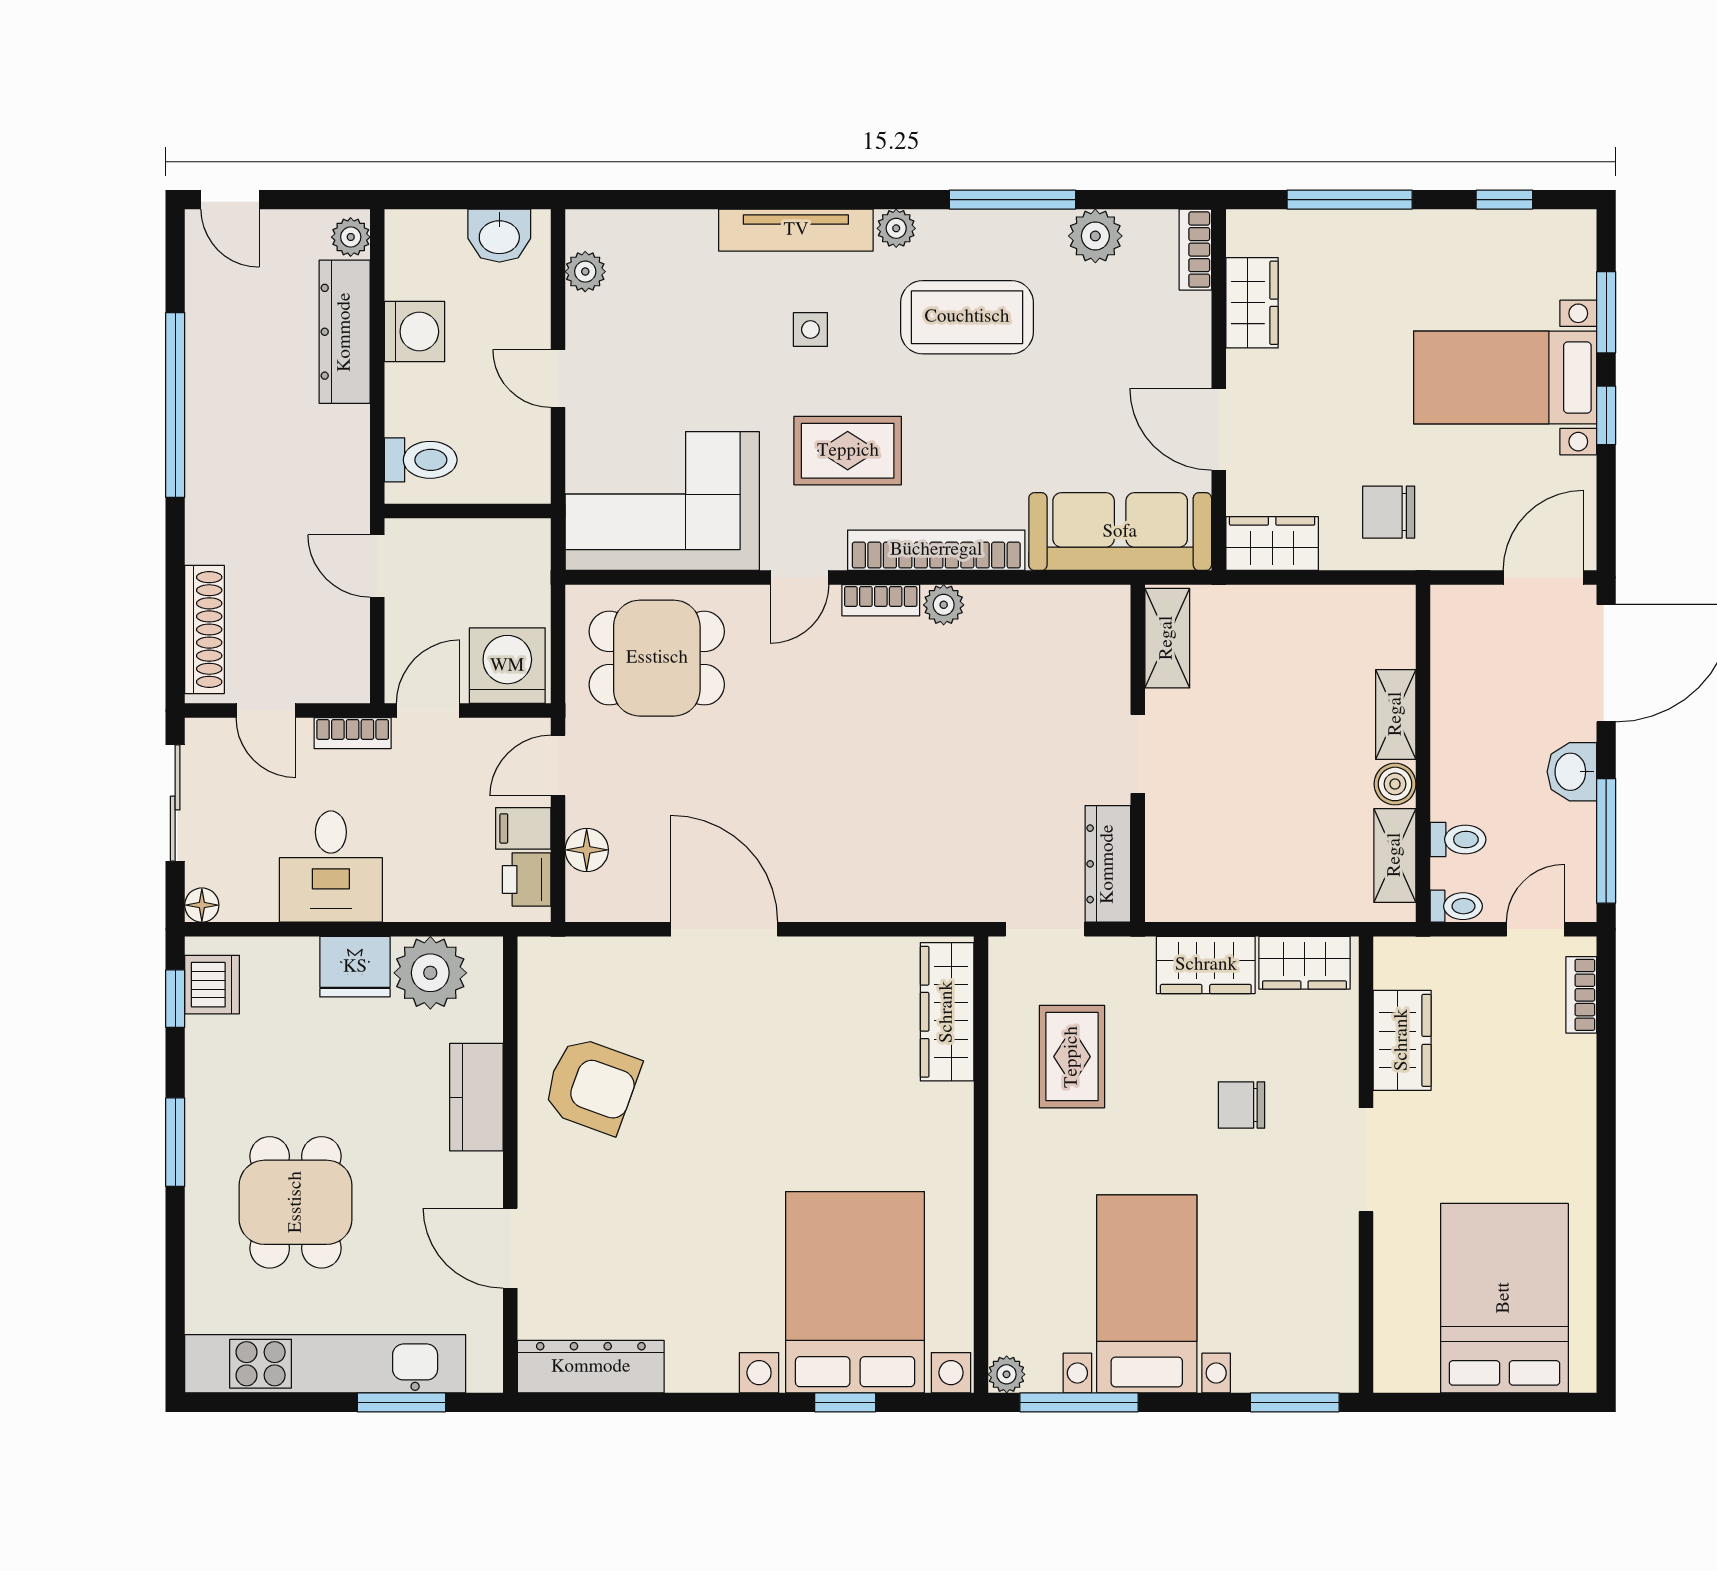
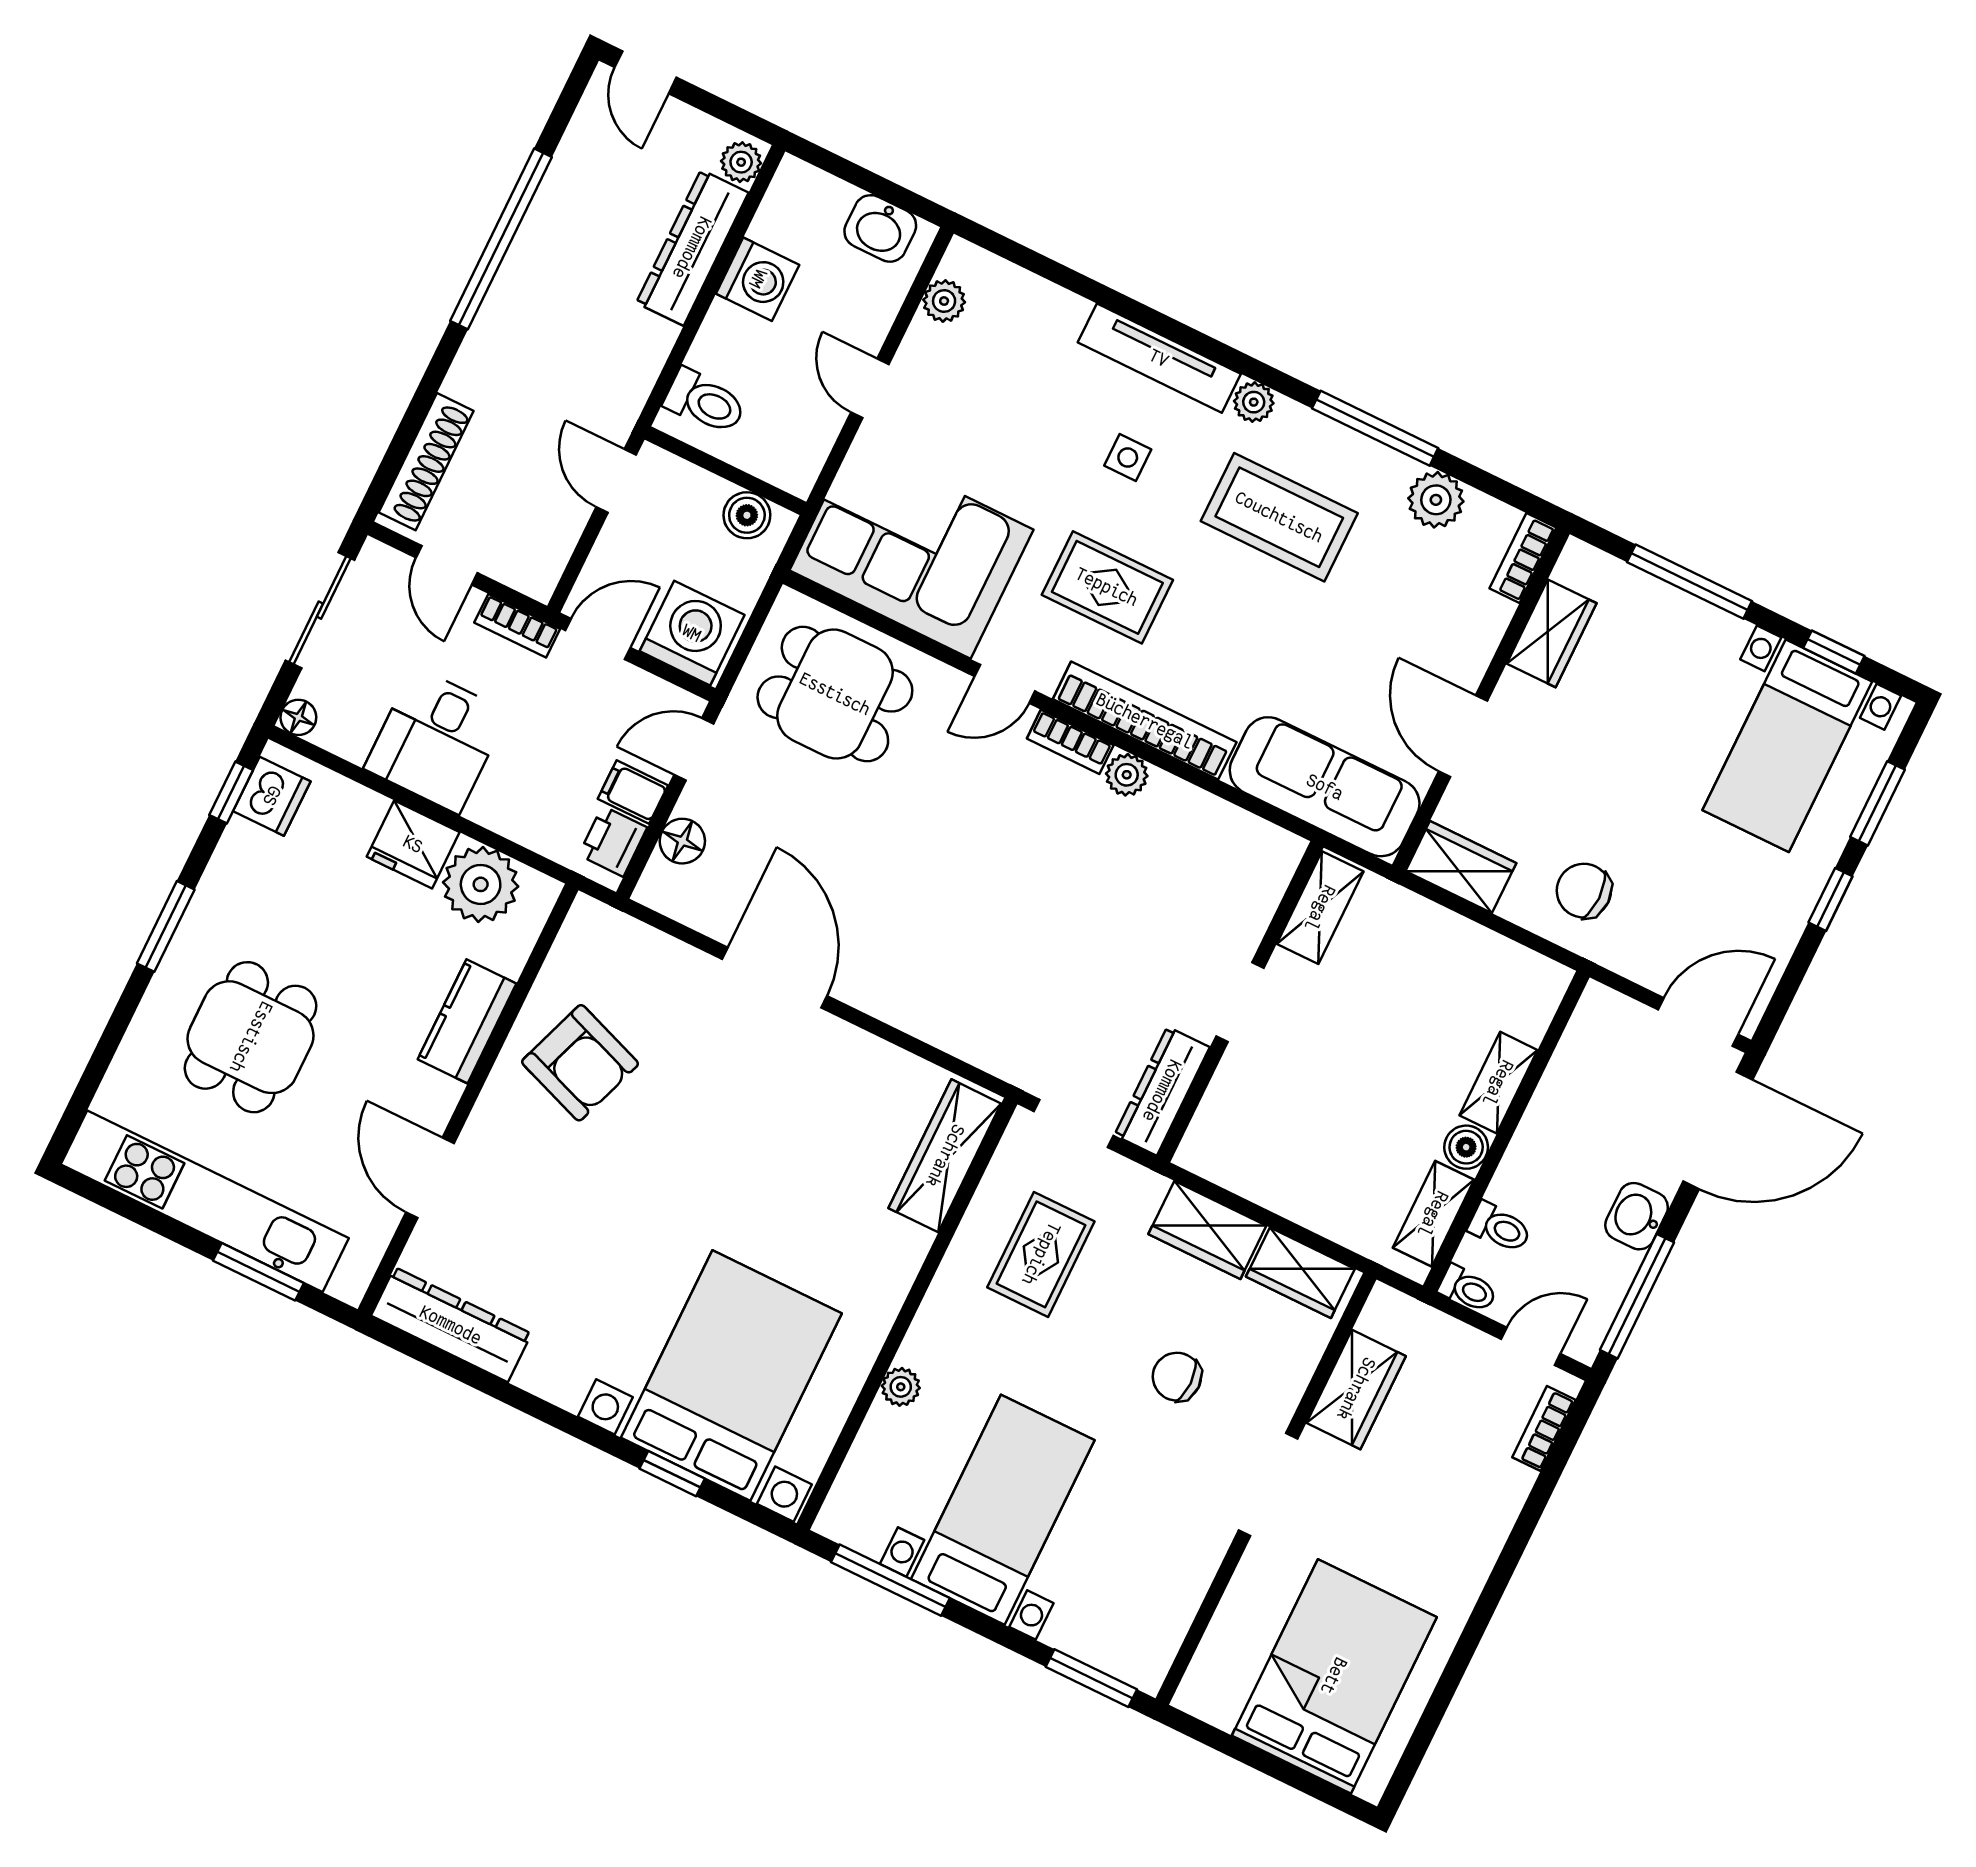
bed with nightstands: (1505, 377) -> (1787, 746), moved, turned -90
boiler: (505, 540) -> (747, 515), added
plant: (1007, 1374) -> (901, 1387), moved

